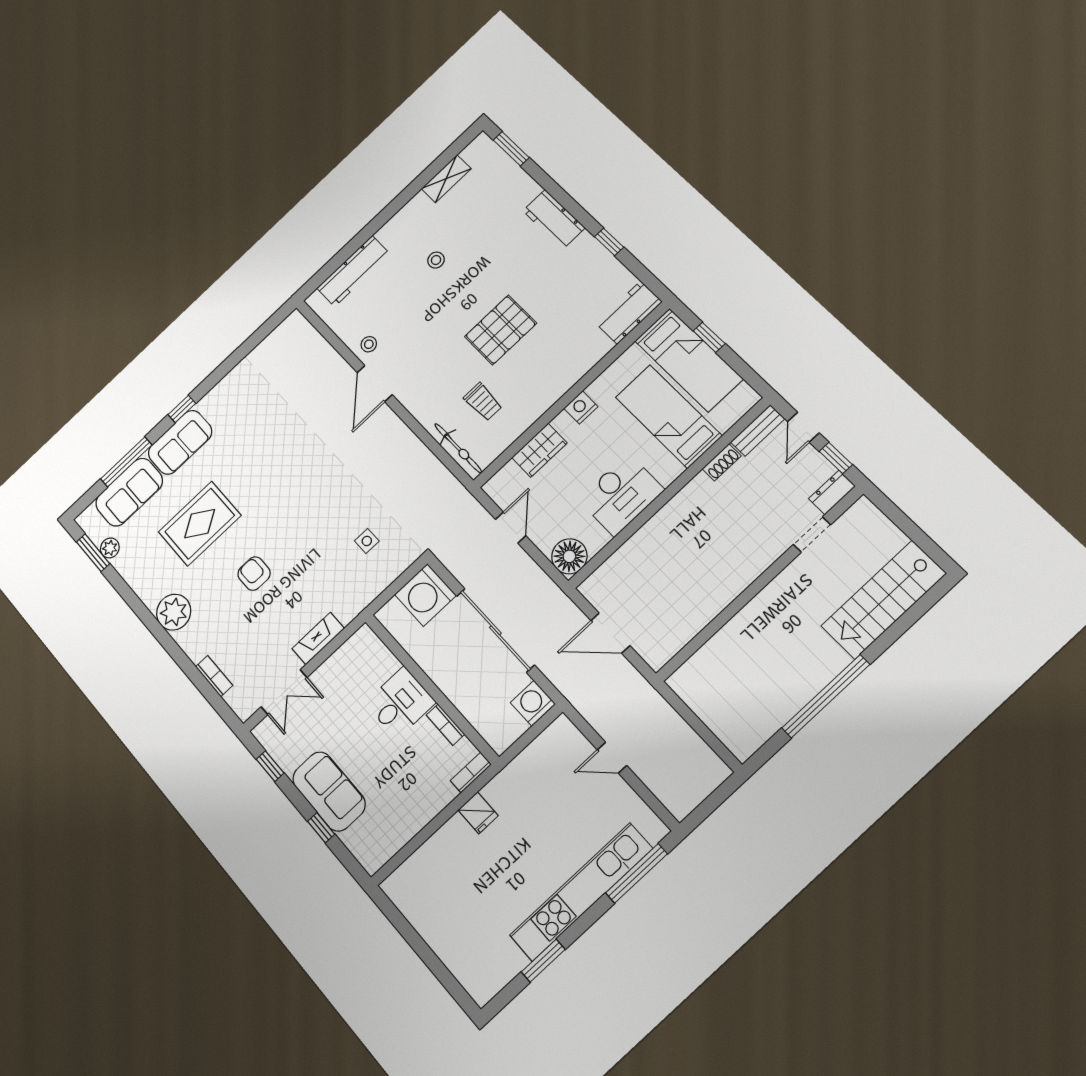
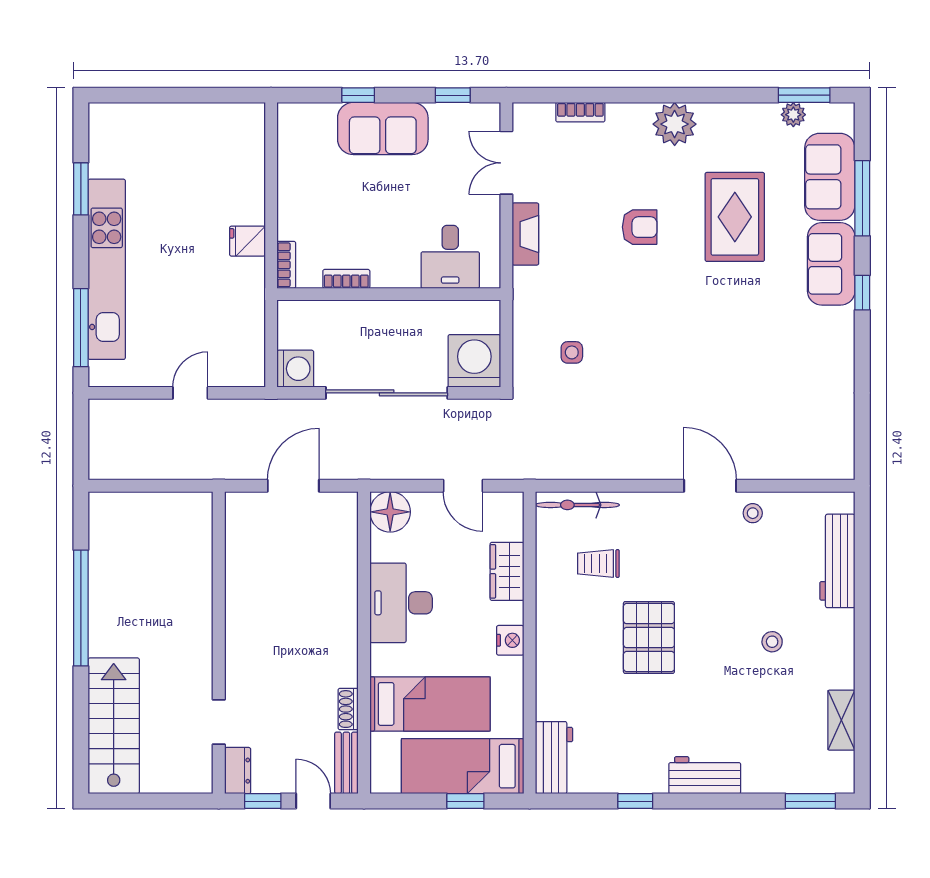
desk: (400, 703) -> (450, 257), moved

